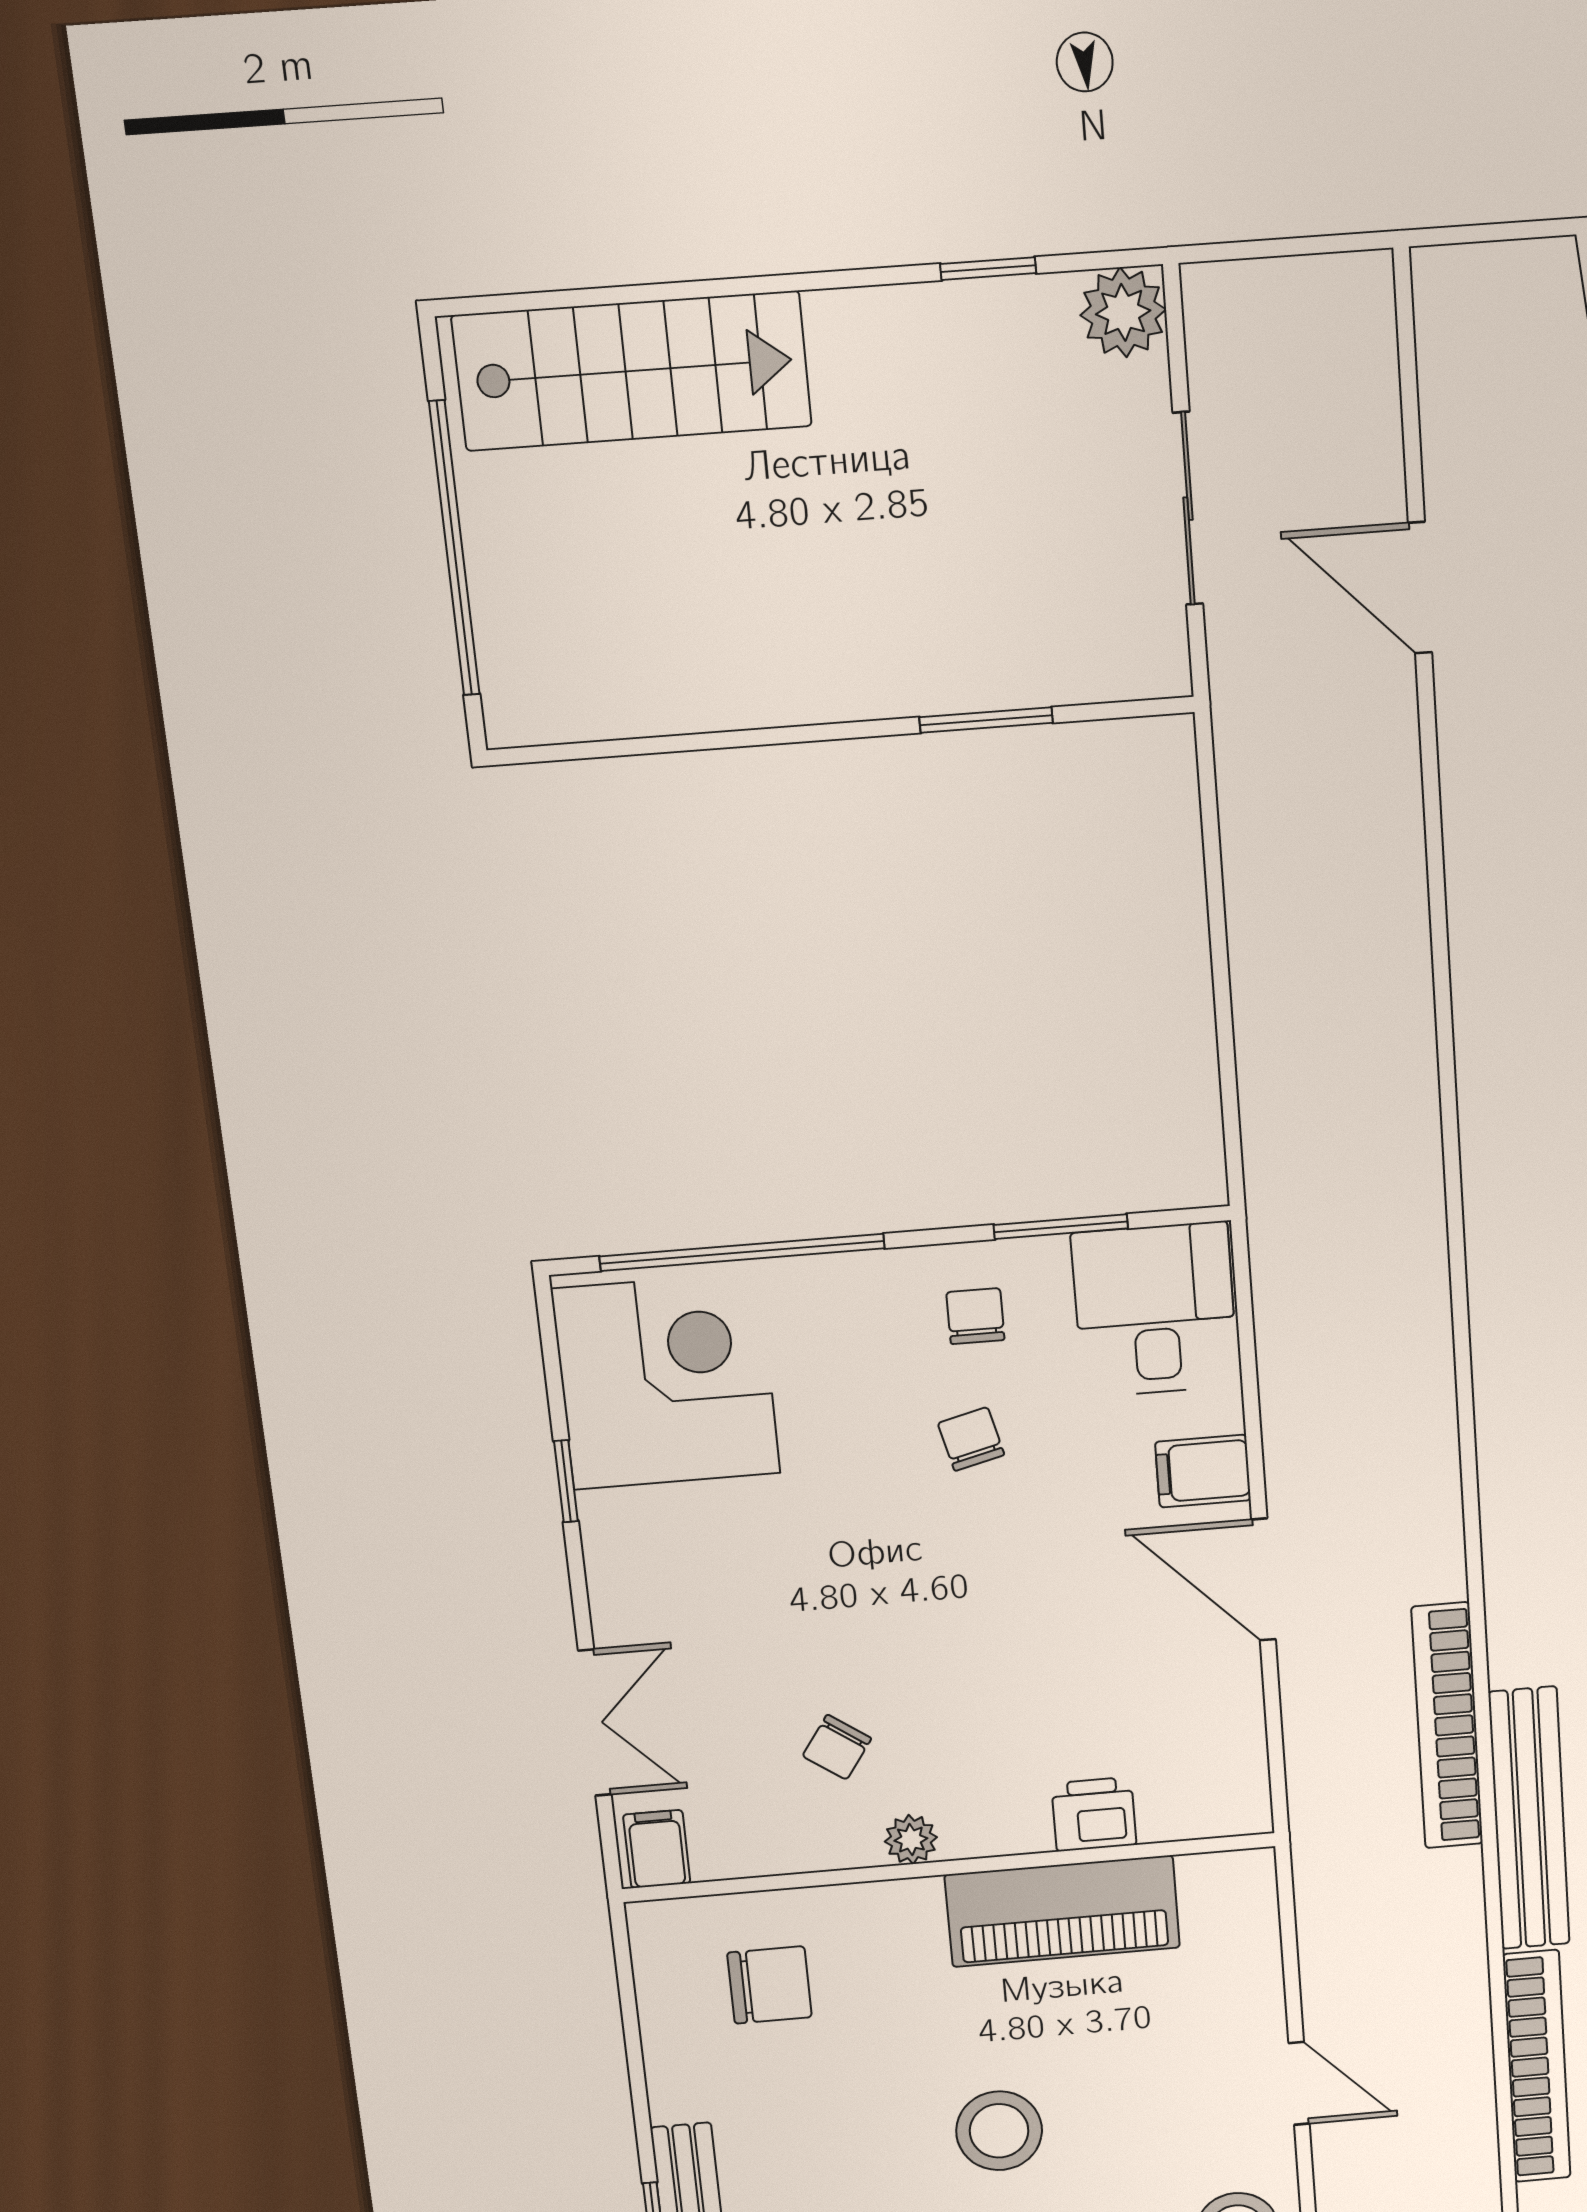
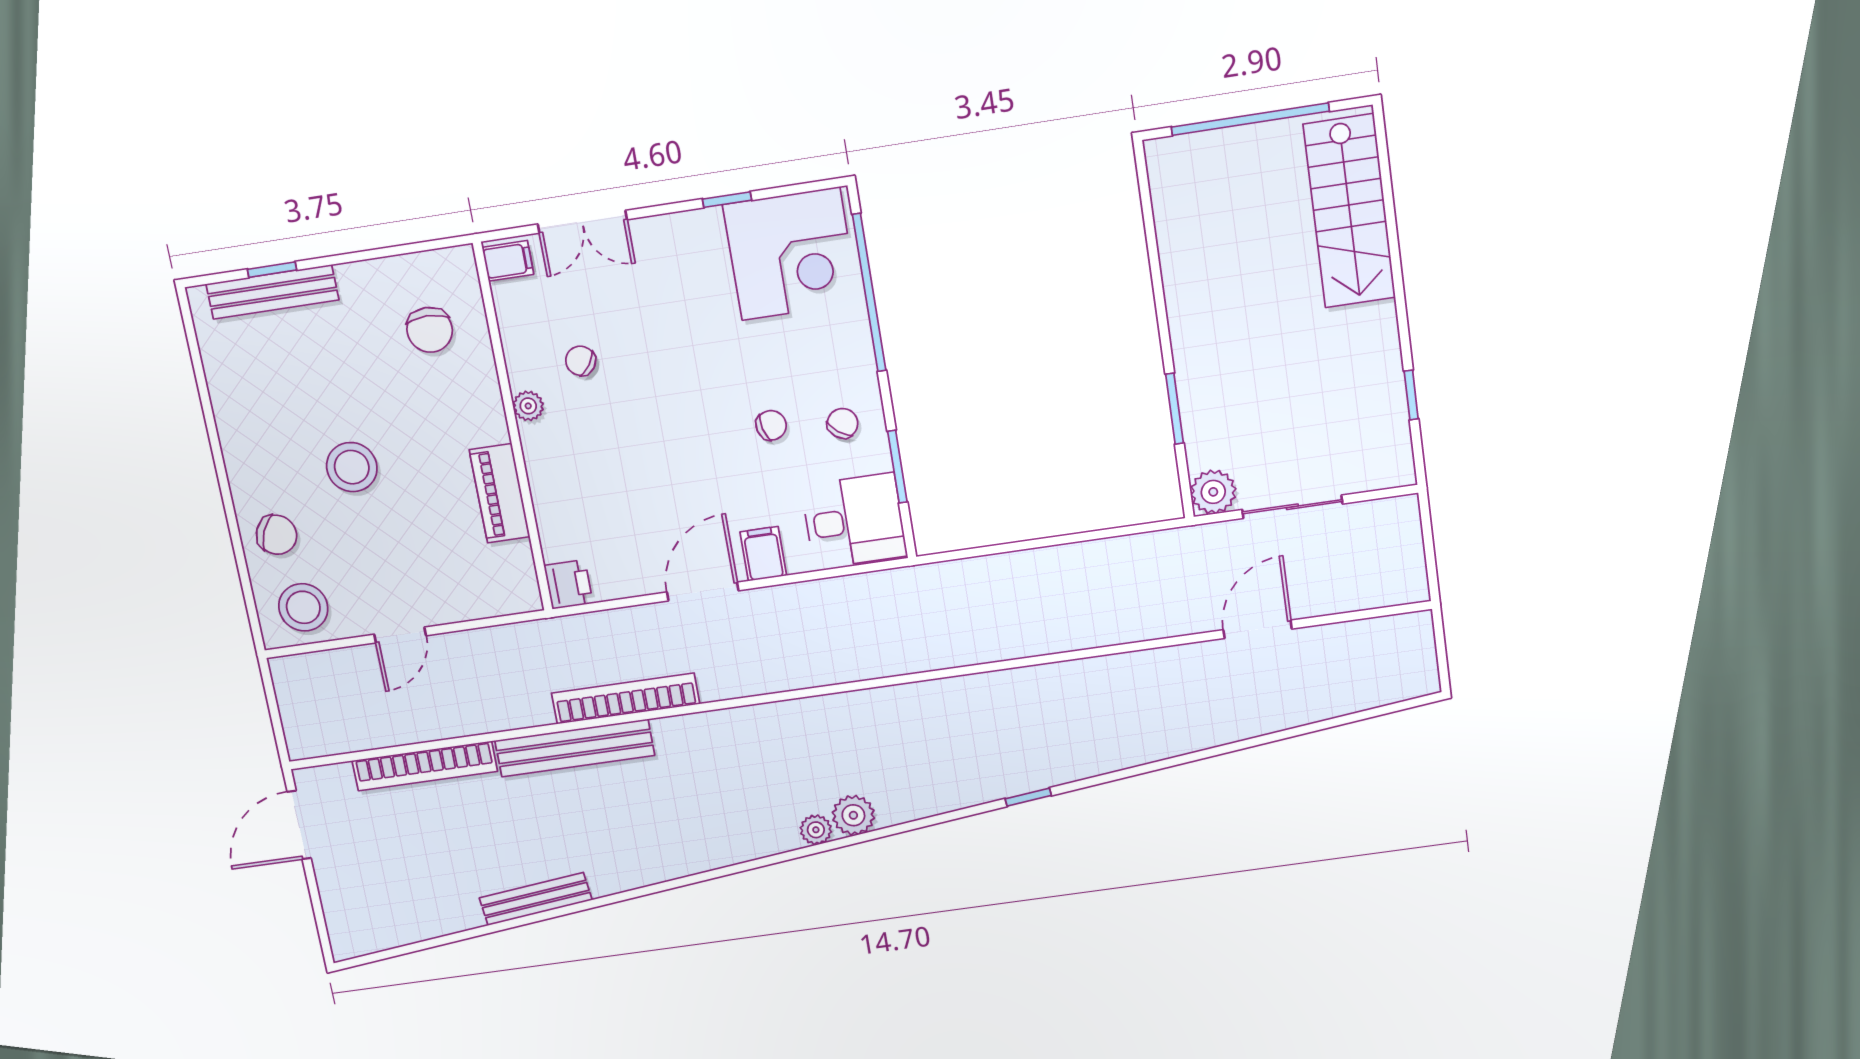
plant: (1123, 312) -> (1213, 492), moved
chair: (975, 1316) -> (843, 423), turned -52
printer: (1094, 1814) -> (569, 584), moved
piano: (1062, 1911) -> (500, 493), width x0.73, depth x0.75

